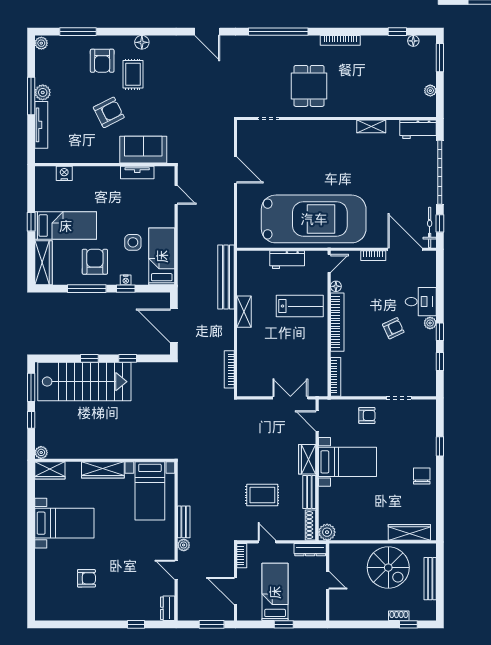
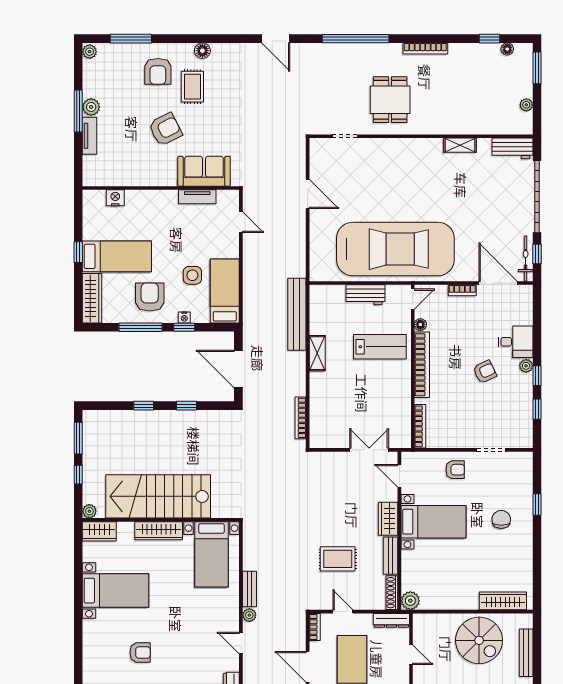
tv unit: (41, 125) -> (90, 136), width x0.71
stairs: (84, 382) -> (158, 496), moved, turned 180
chair: (422, 476) -> (501, 519), moved

